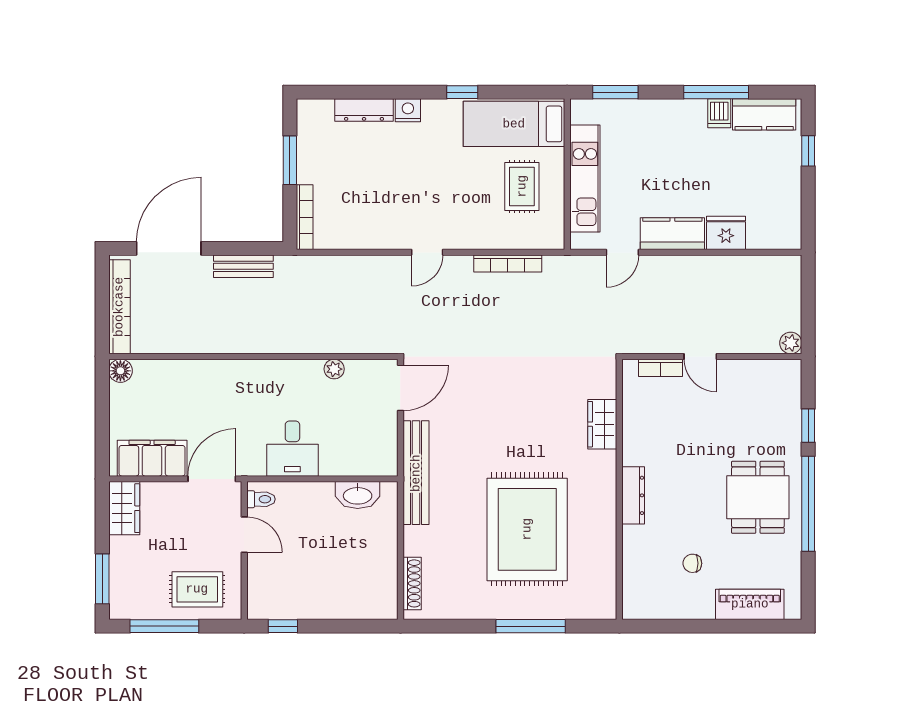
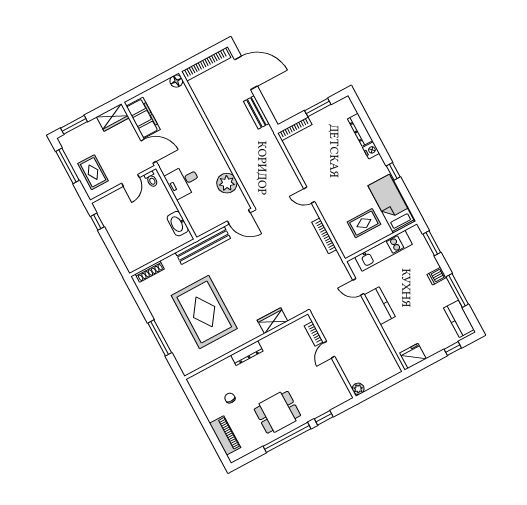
dishwasher: (719, 113) -> (437, 276), moved
fridge: (726, 233) -> (413, 356), moved, turned -90
plant: (334, 369) -> (227, 183), width x1.88, depth x1.88
rug: (527, 529) -> (204, 312), turned 90

